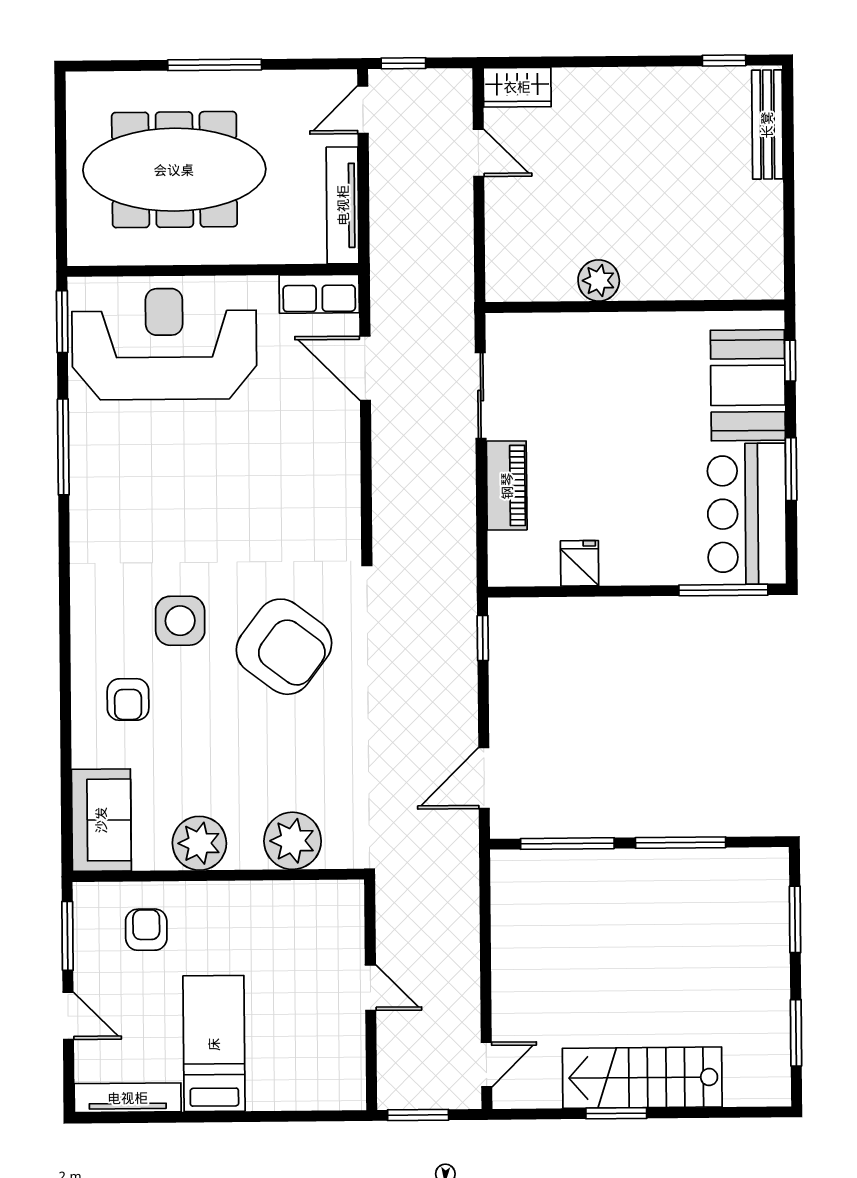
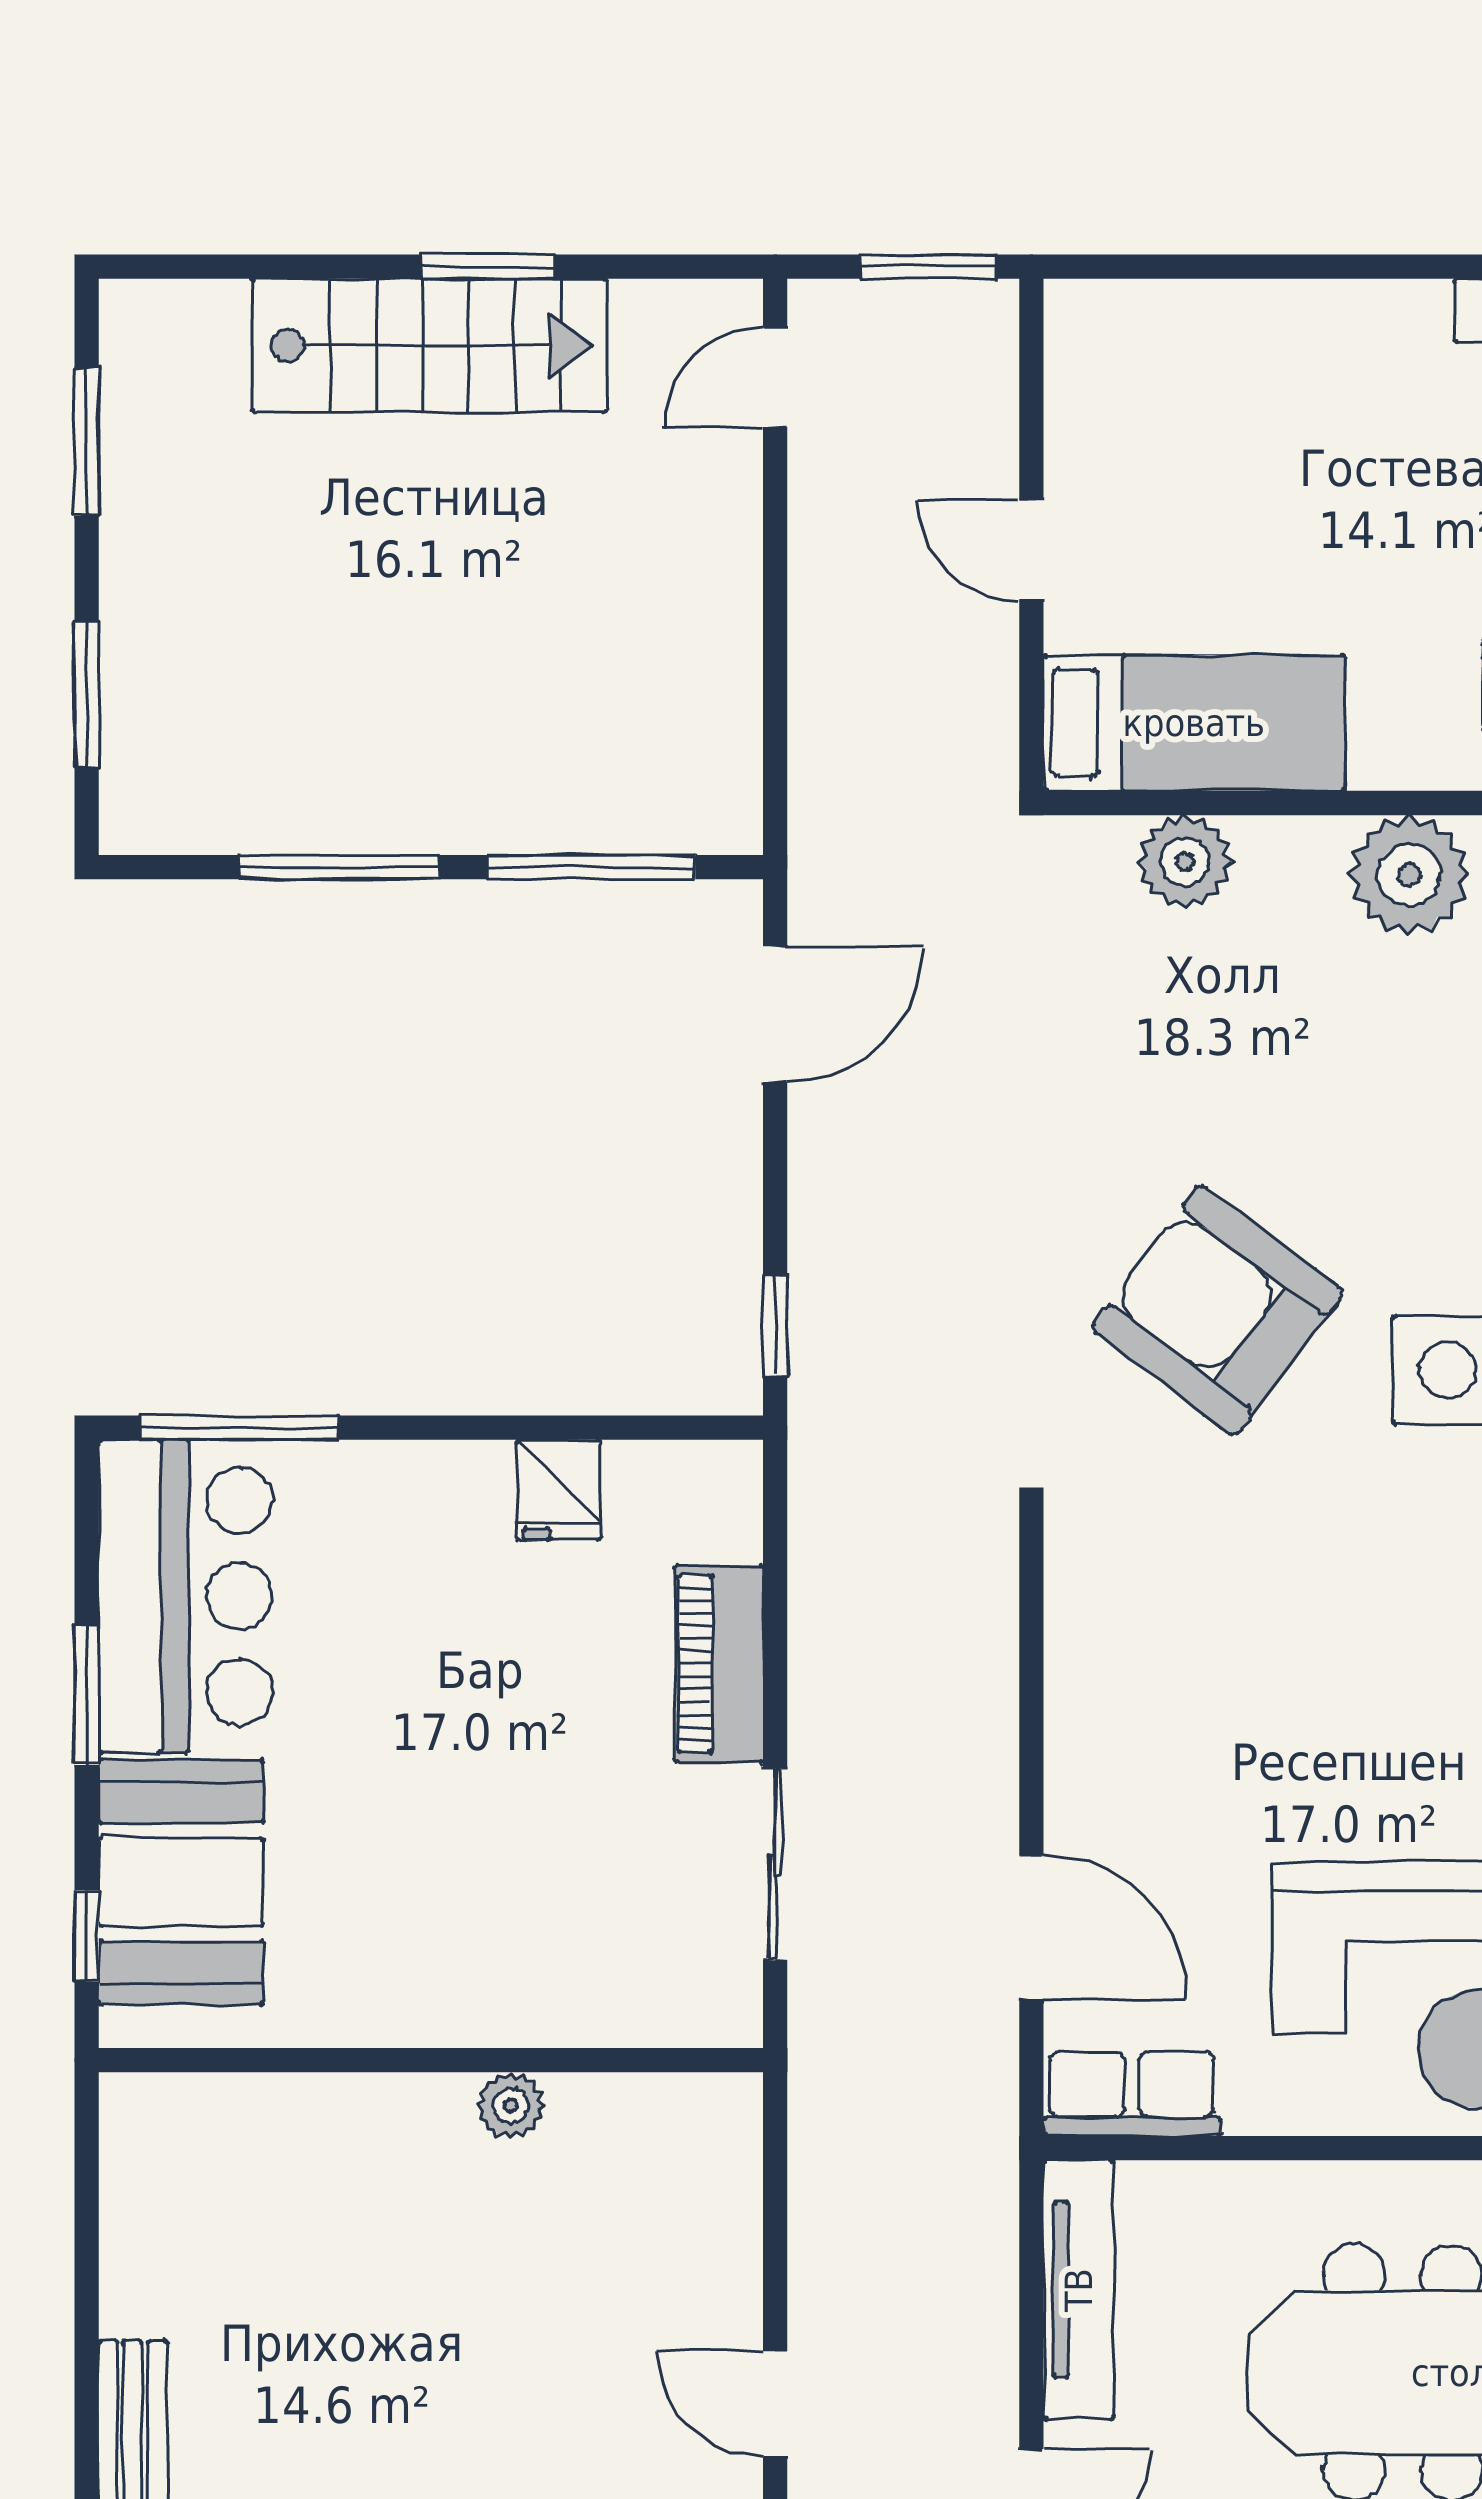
plant: (599, 280) -> (511, 2105), width x0.73, depth x0.73
plant: (293, 841) -> (1185, 862), width x0.73, depth x0.73
bed: (214, 1044) -> (1194, 723), moved, turned -90

